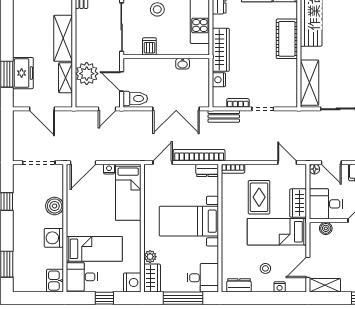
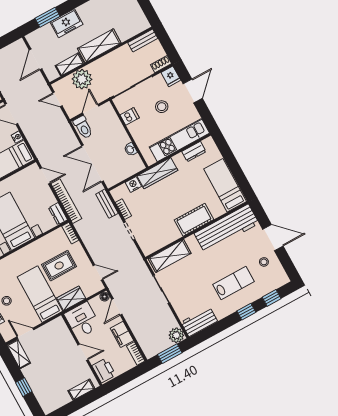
freezer: (23, 73) -> (66, 23), moved
door: (107, 109) -> (57, 99), moved
door: (287, 163) -> (98, 273), hinge flipped
boiler: (326, 228) -> (63, 331), removed

